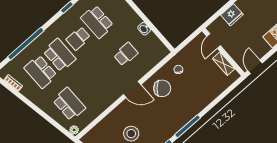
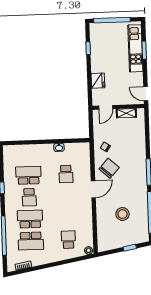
school desk: (97, 22) -> (28, 175), turned 180
door: (214, 41) -> (106, 107), hinge flipped
school desk: (126, 54) -> (66, 174), turned 180
school desk: (69, 104) -> (68, 240), width x0.54

